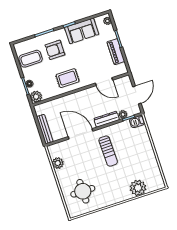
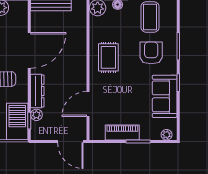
door: (137, 95) -> (70, 141), moved
barbecue: (137, 122) -> (17, 122), width x1.88, depth x1.53

